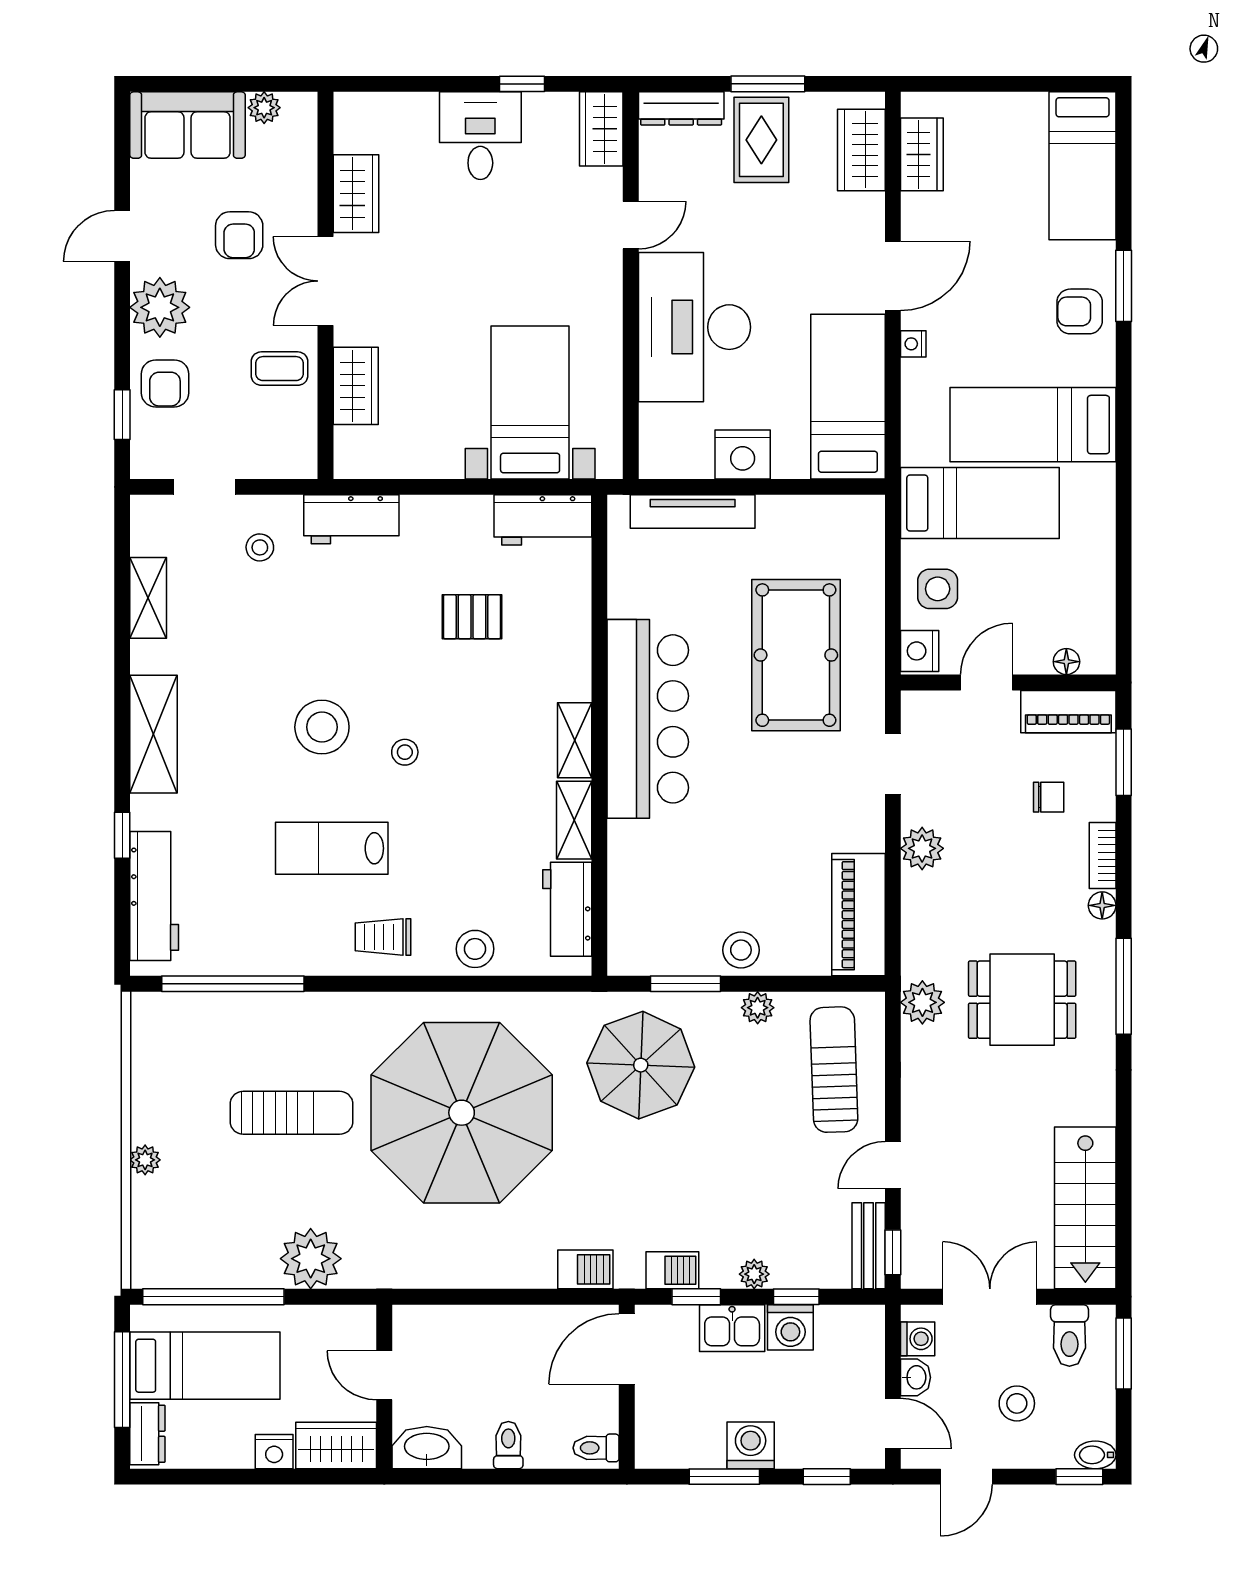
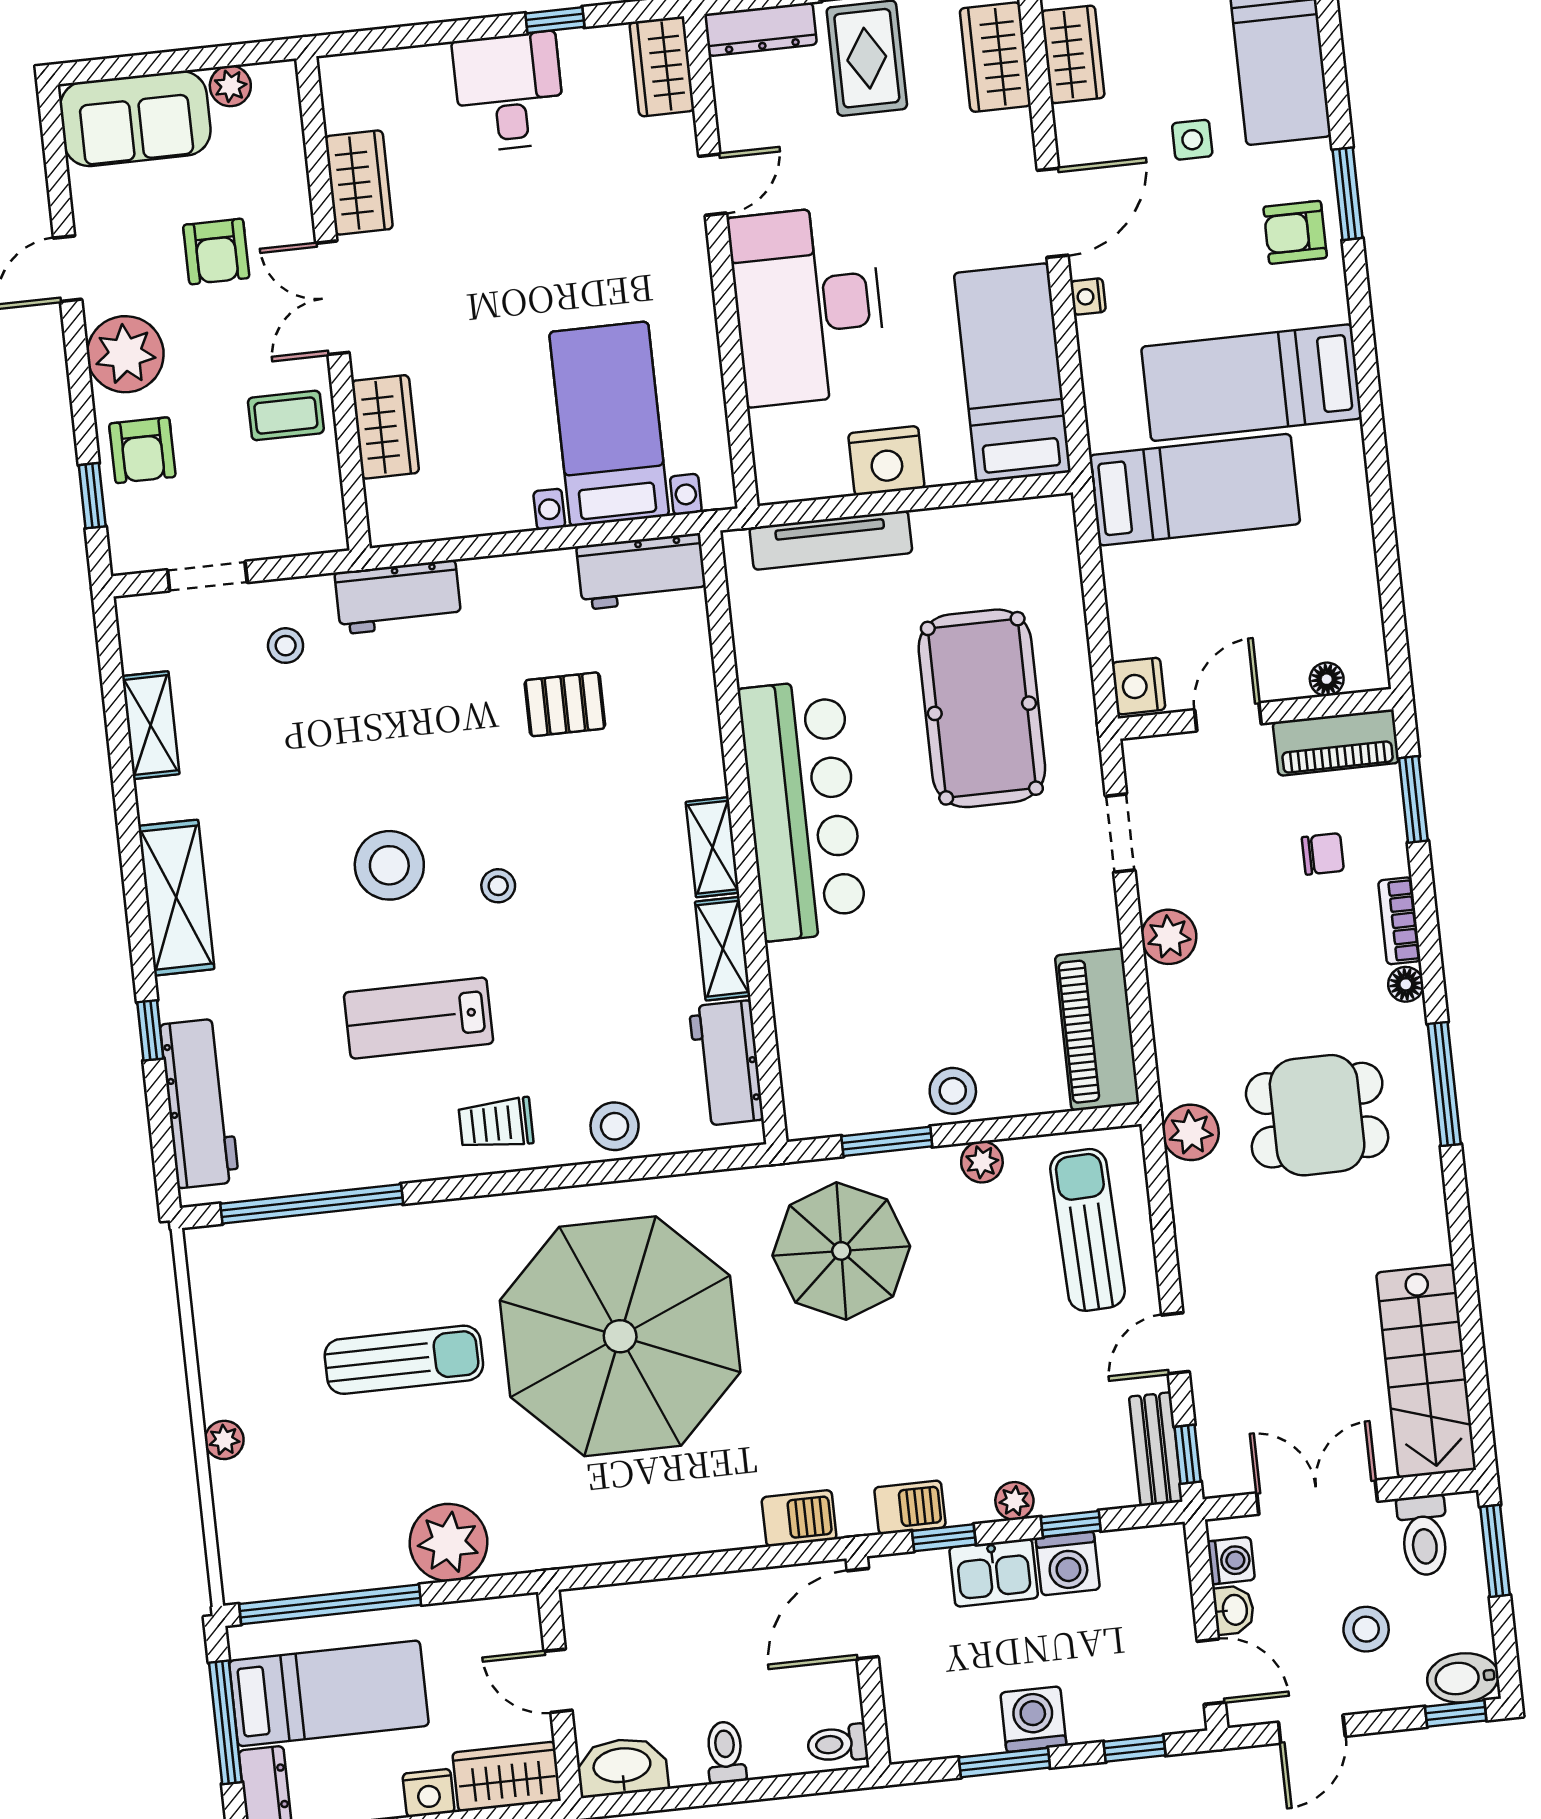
side table: (938, 589) -> (1192, 140), moved, width x0.73, depth x0.73
bidet: (1095, 1455) -> (1463, 1678), width x1.38, depth x1.36

